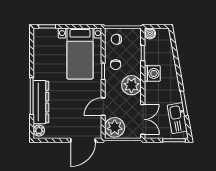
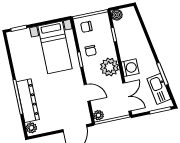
washing machine: (152, 73) -> (130, 68), moved
door: (103, 107) -> (87, 93), swing flipped
plant: (115, 127) -> (99, 115), width x0.53, depth x0.53

